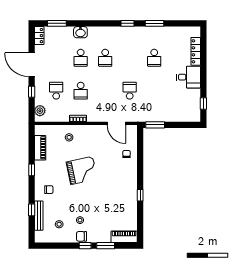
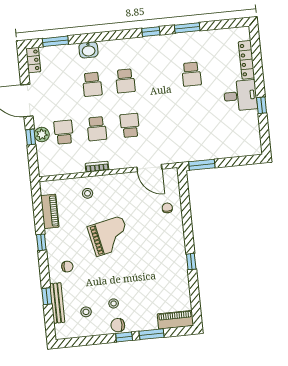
school desk: (130, 91) -> (130, 125), moved
window: (203, 103) -> (262, 105), moved
plant: (40, 111) -> (42, 134), moved

